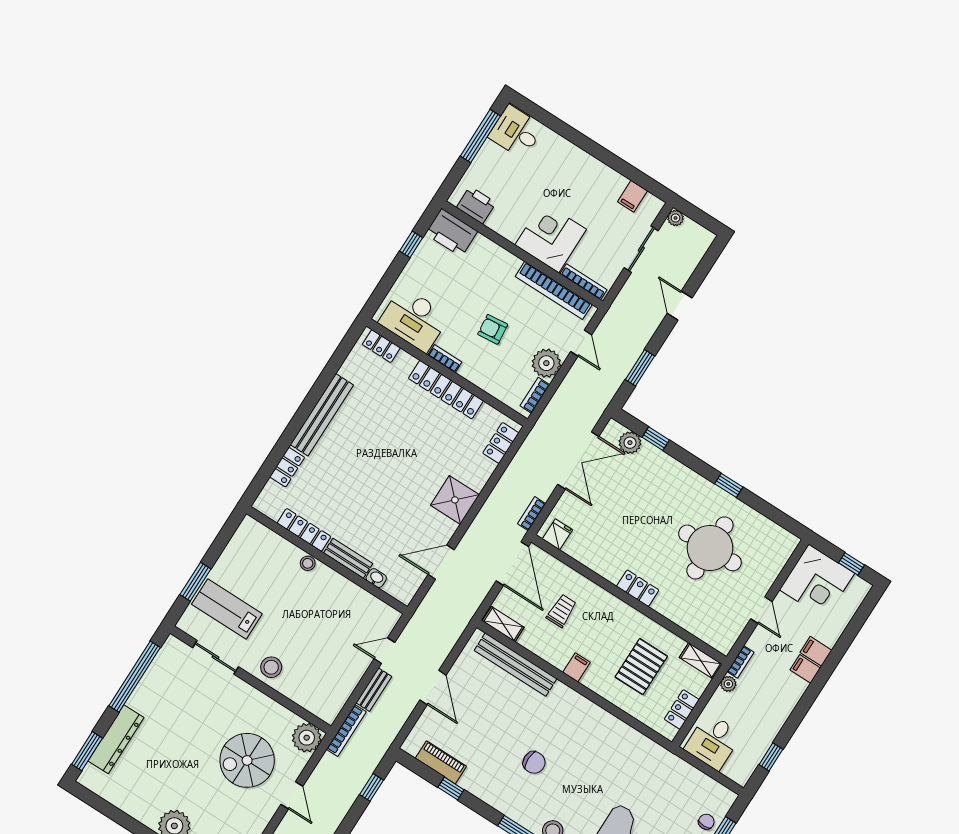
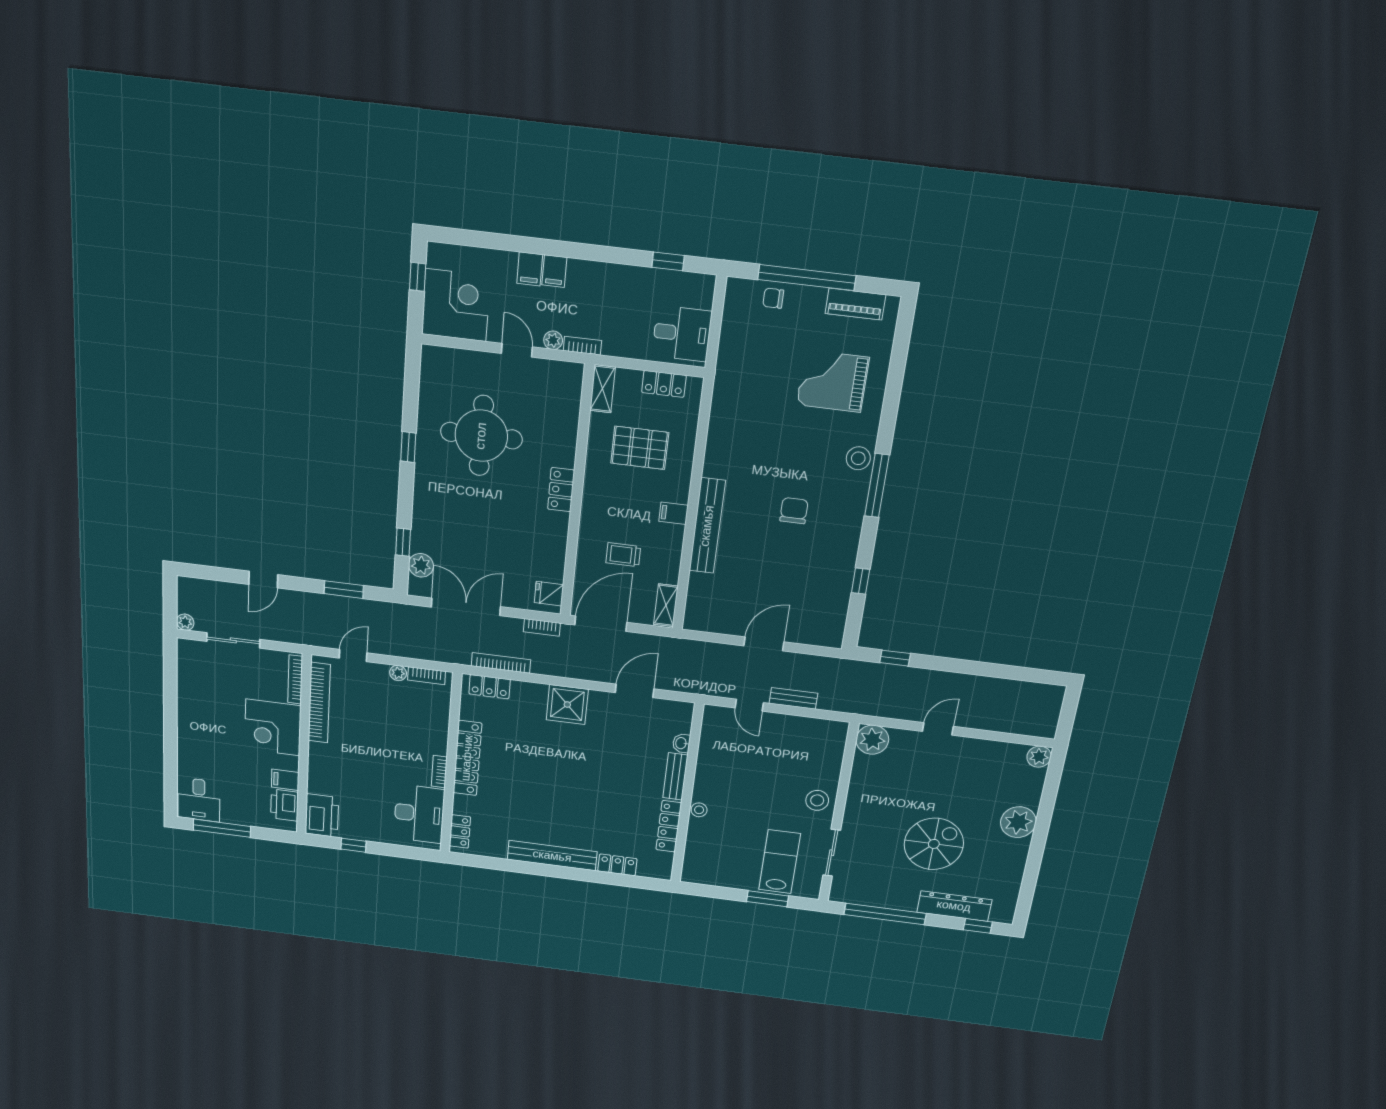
filing cabinet: (632, 196) -> (285, 780), moved, turned 180
armchair: (493, 329) -> (387, 741), removed
plant: (546, 363) -> (398, 673), width x0.53, depth x0.53
door: (441, 562) -> (635, 691), swing flipped
lab bench: (227, 609) -> (780, 862), turned 180
door: (761, 610) -> (517, 350), hinge flipped
bench: (516, 664) -> (707, 526), moved
plant: (728, 684) -> (553, 340), moved
bookcase: (346, 731) -> (501, 663), moved
window: (87, 751) -> (978, 926), width x0.67
spiral stairs: (247, 760) -> (934, 844), moved, turned -90
piano: (441, 762) -> (838, 603), removed

